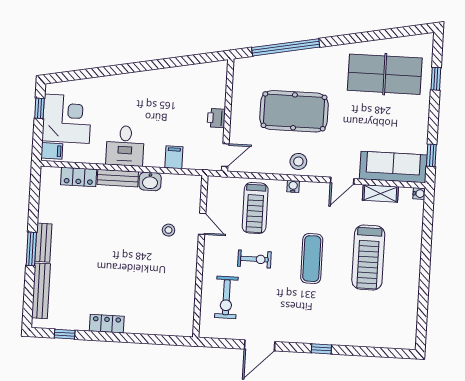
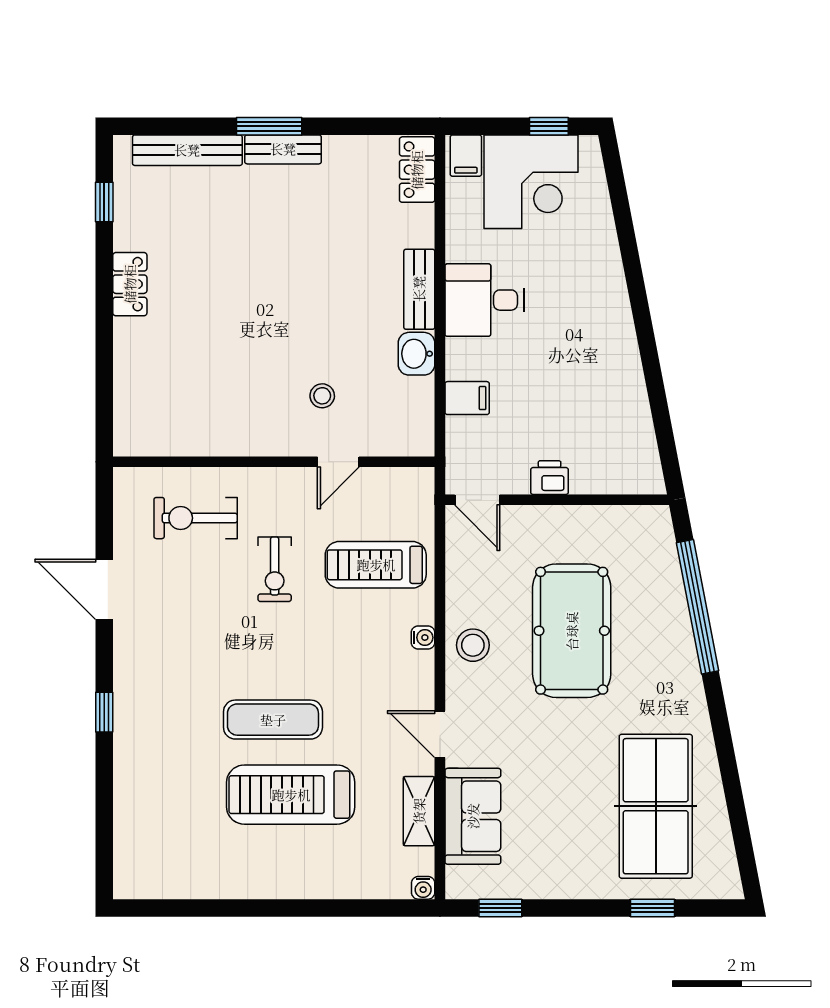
sofa: (393, 167) -> (473, 816), width x0.73
locker: (79, 177) -> (417, 170), moved
exercise mat: (312, 259) -> (273, 720), moved

